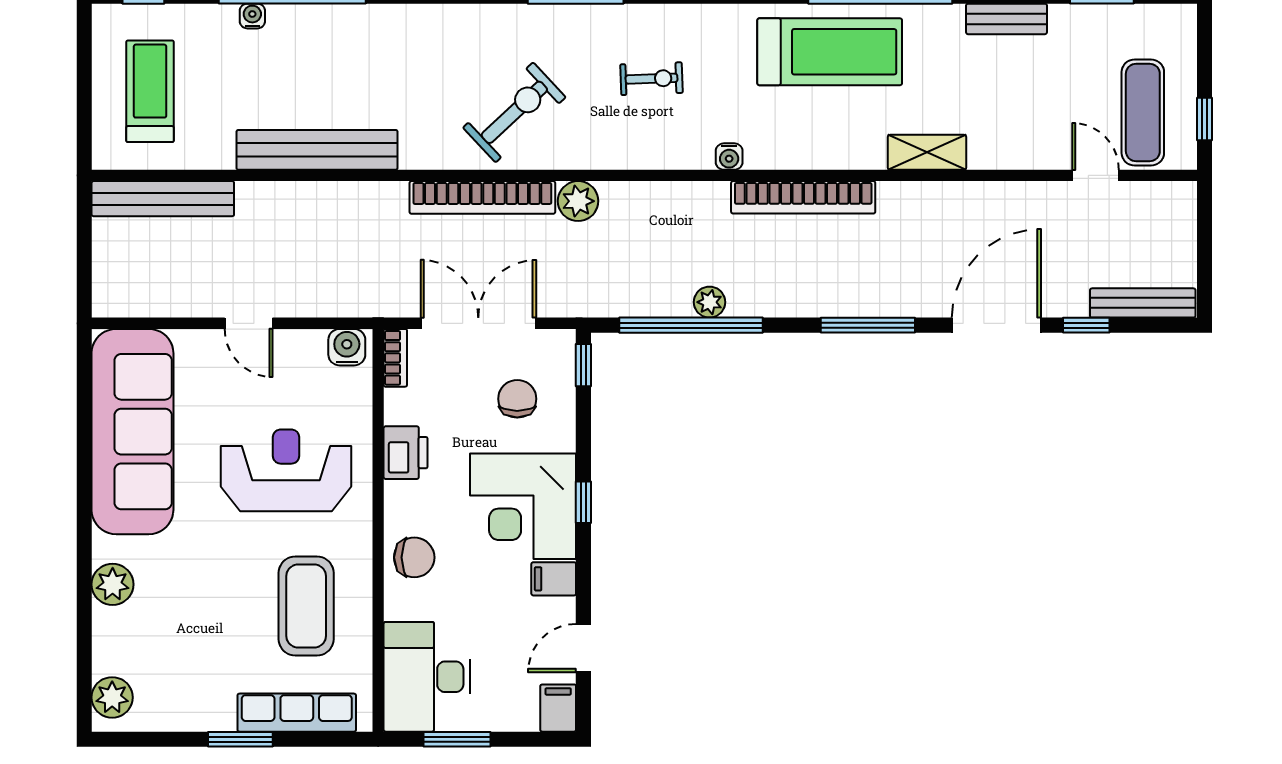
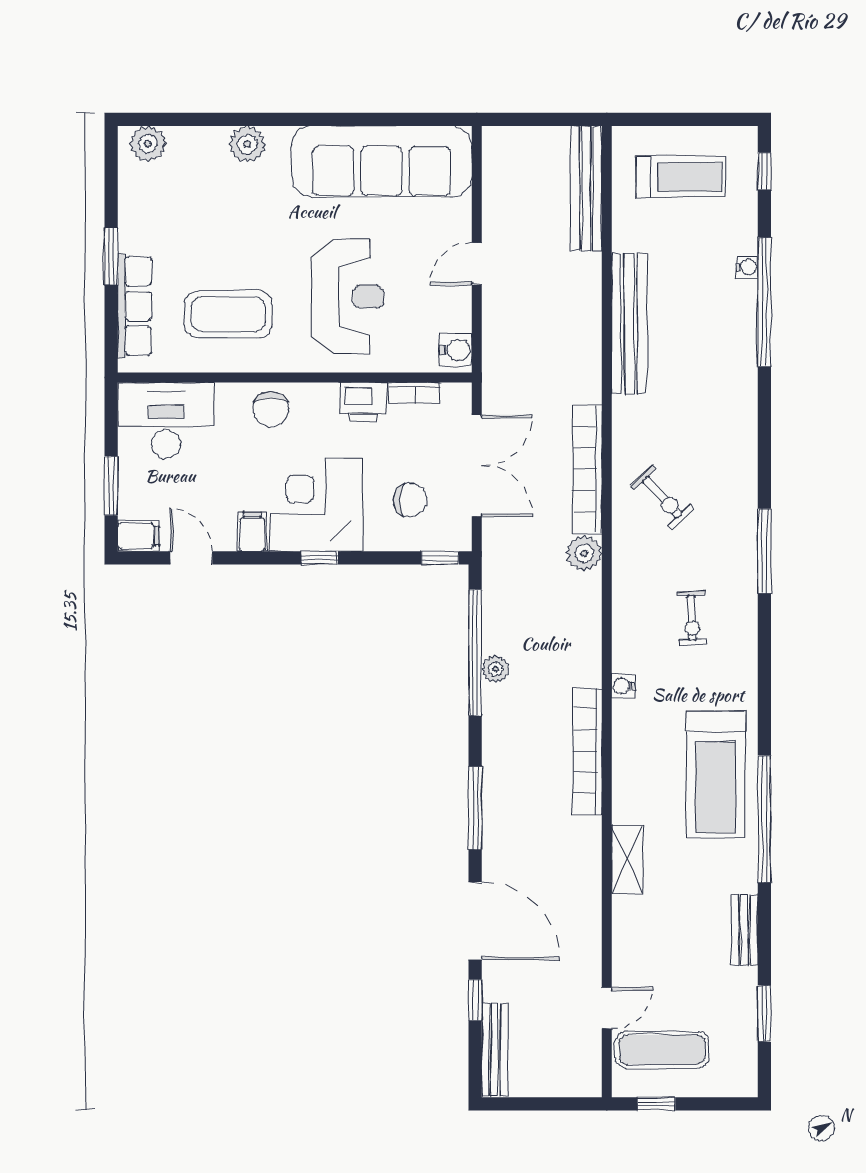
exercise bike: (514, 112) -> (662, 497), width x0.73, depth x0.72
bookcase: (395, 358) -> (414, 393), moved
window: (457, 739) -> (111, 486), moved

